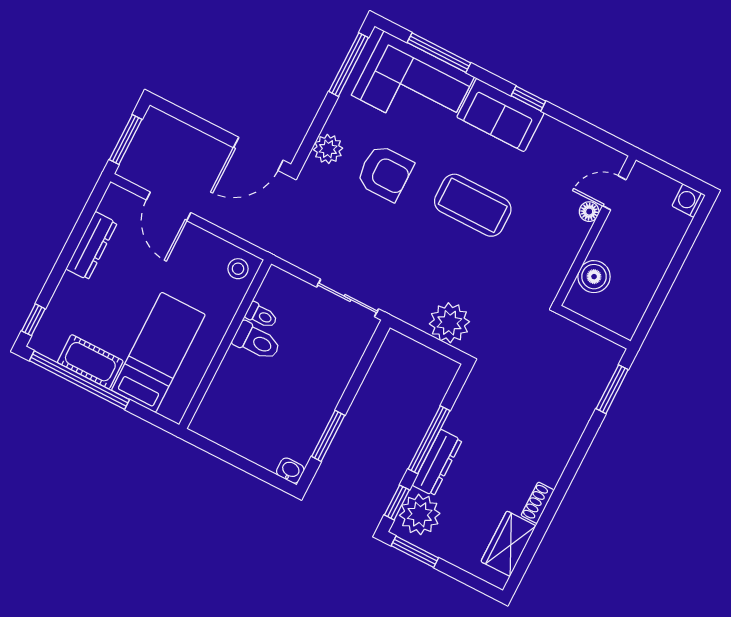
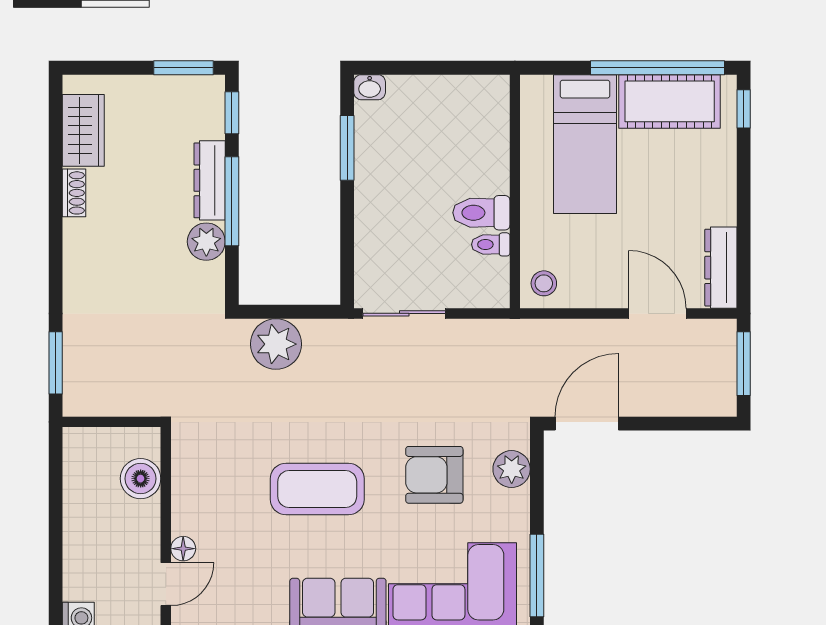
dresser: (92, 246) -> (721, 268), moved
cot: (90, 362) -> (670, 101), width x1.37, depth x1.34
plant: (420, 514) -> (206, 242), moved, width x0.73, depth x0.73

